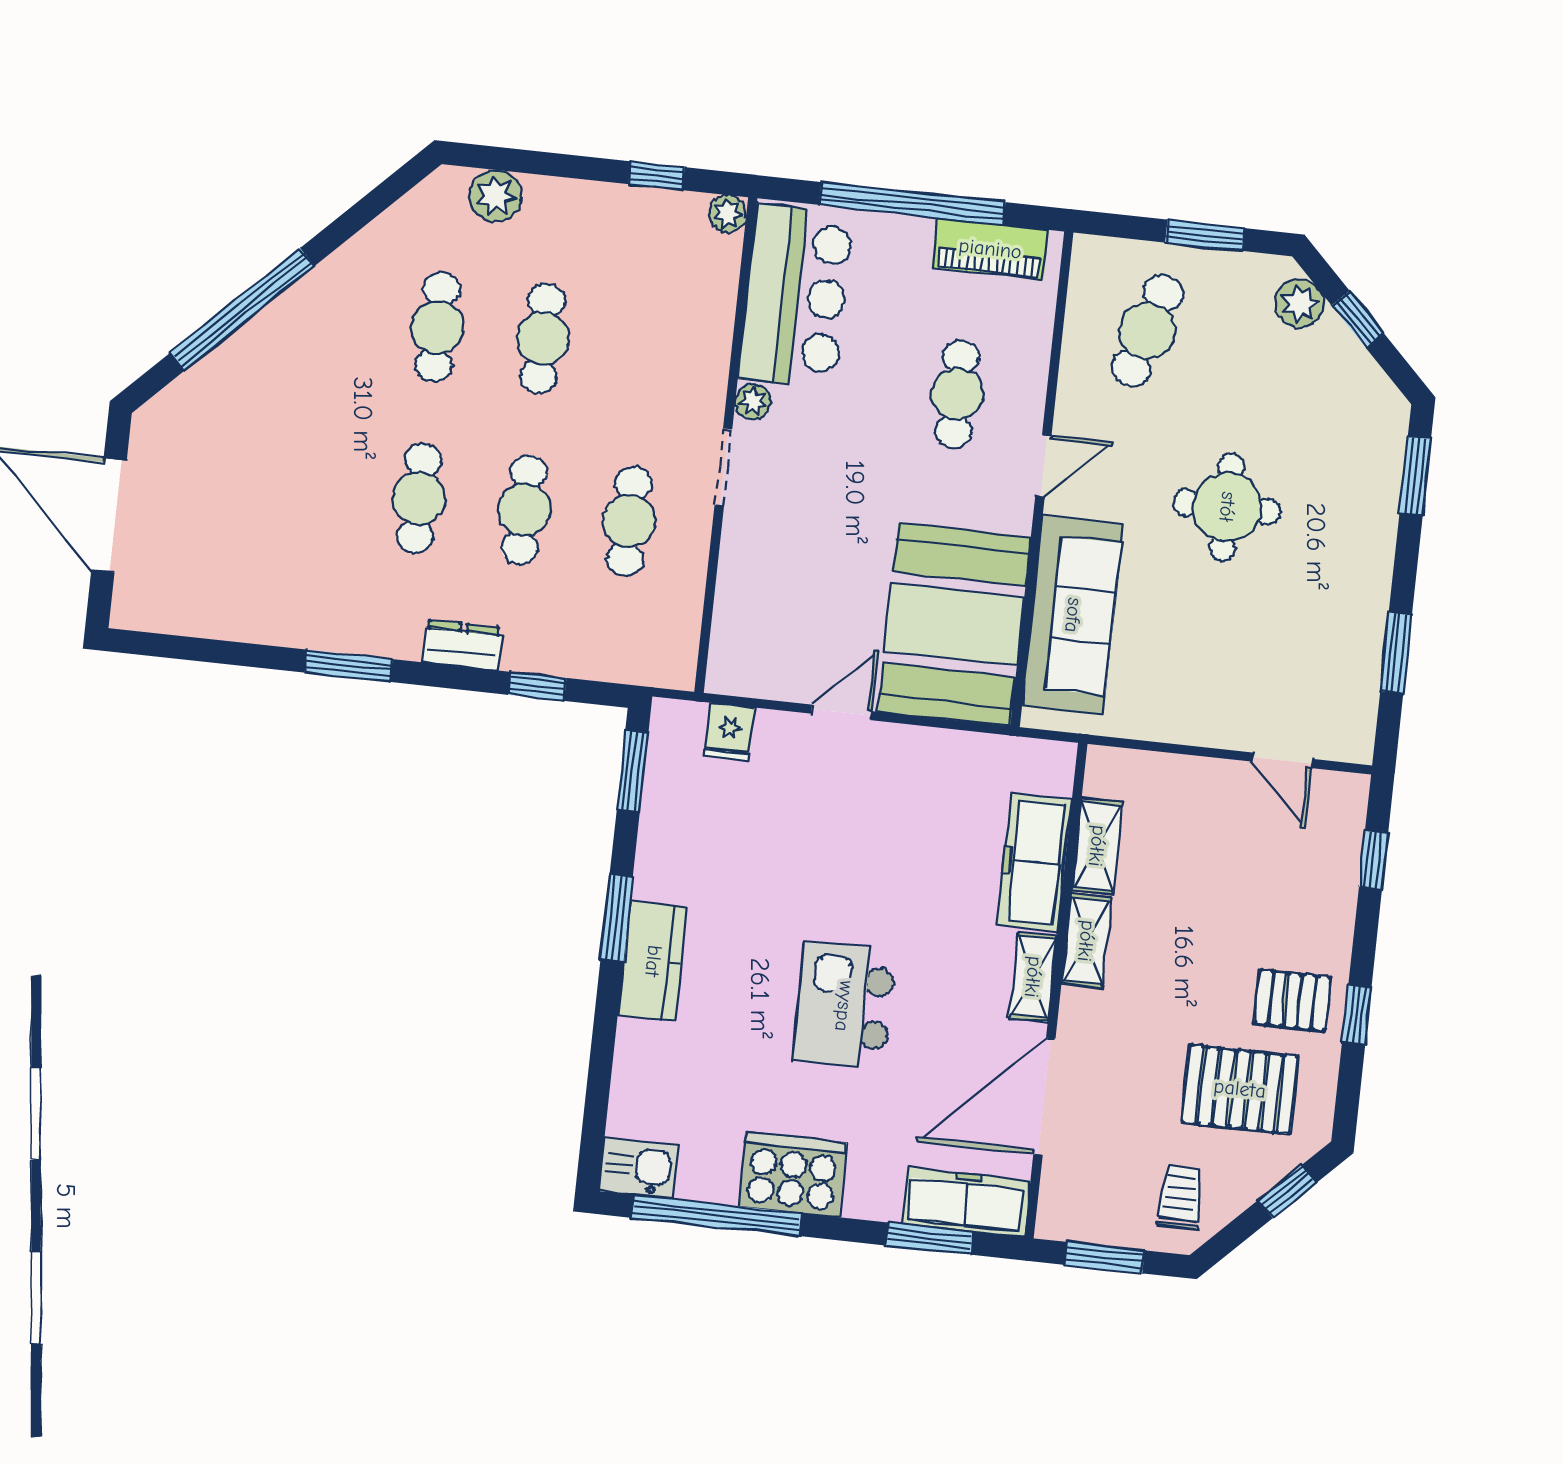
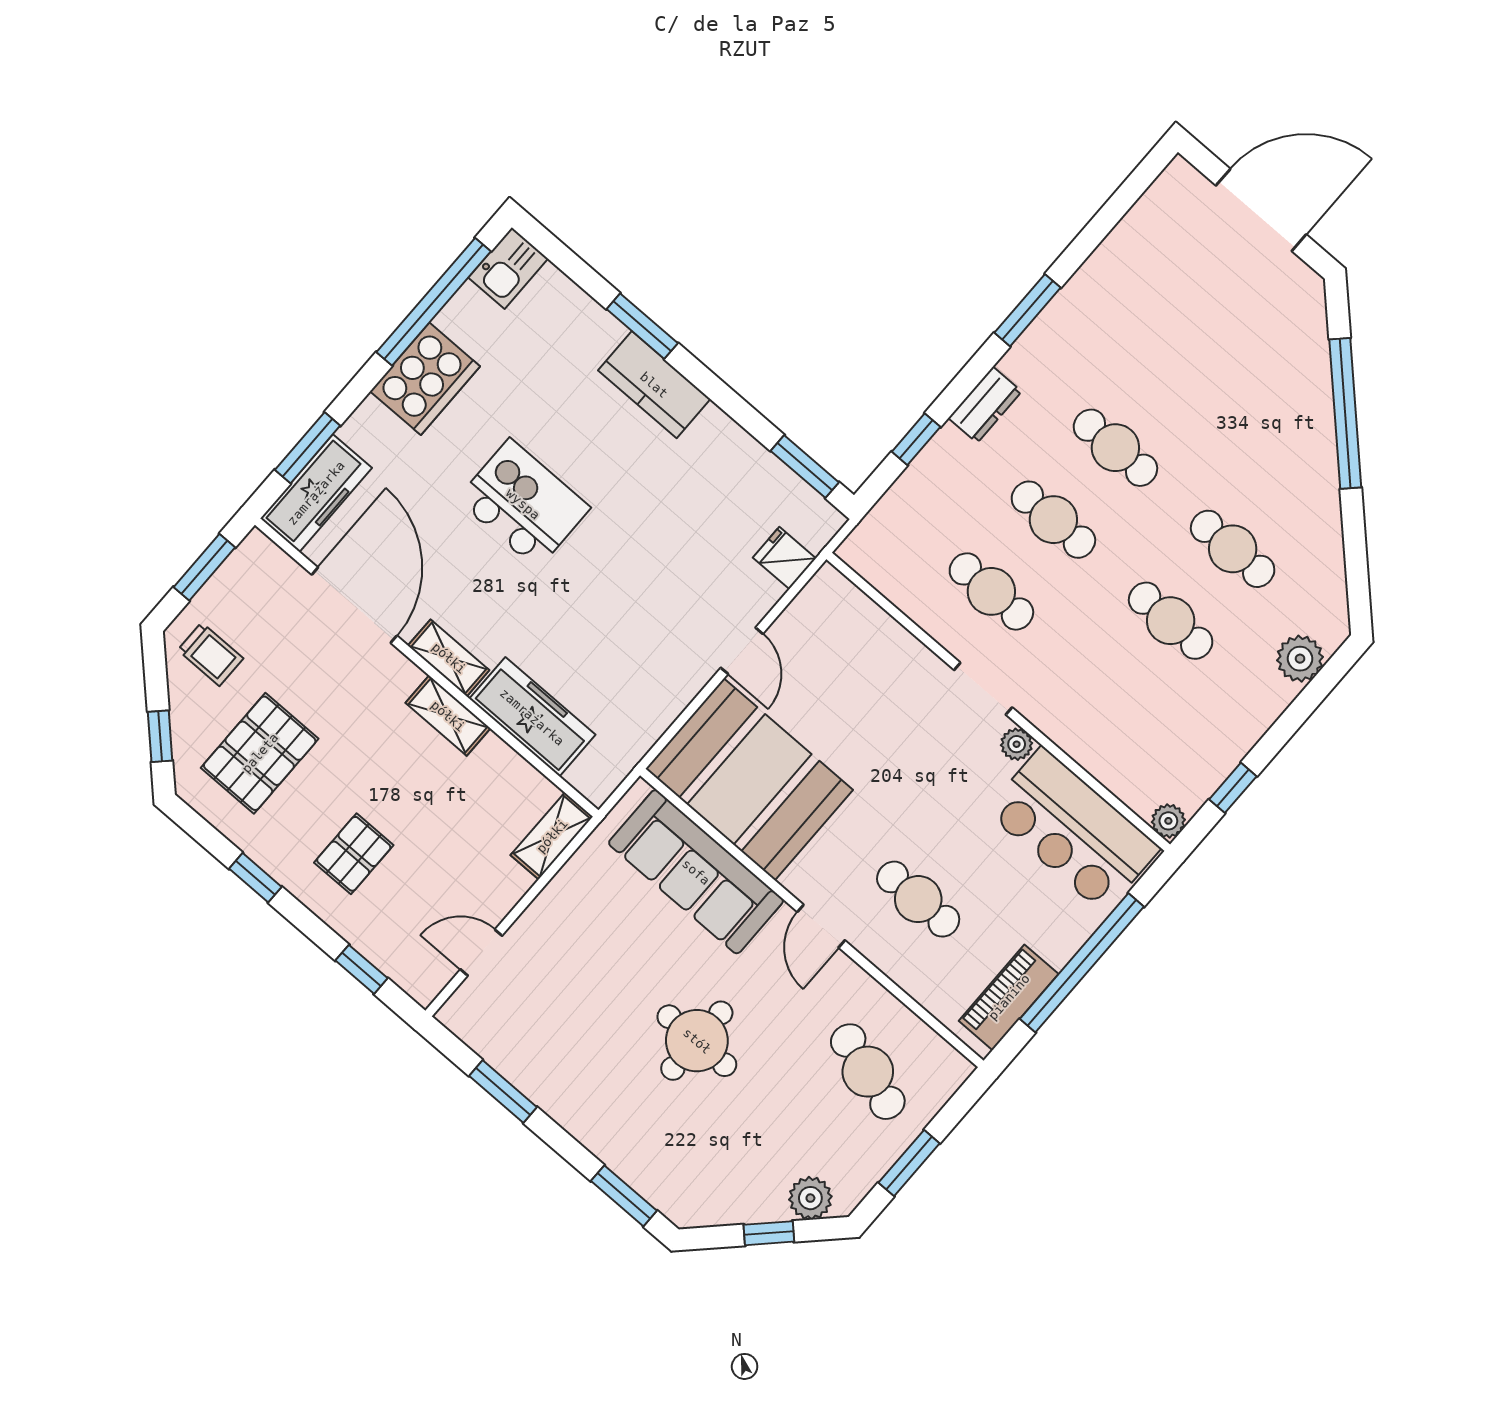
shelving: (1097, 846) -> (552, 836), moved, turned 90
window: (617, 918) -> (642, 326), moved
pallet: (1292, 1000) -> (354, 854), moved

